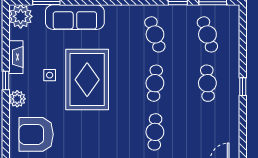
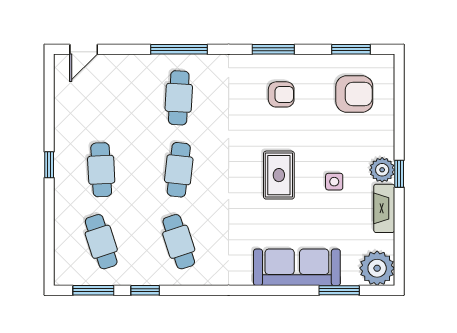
rug: (87, 80) -> (279, 175), width x0.54, depth x0.49
plant: (17, 99) -> (382, 170), moved
armchair: (36, 134) -> (354, 94), width x0.73, depth x0.73
armchair: (86, 134) -> (281, 94), added

